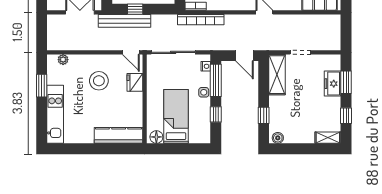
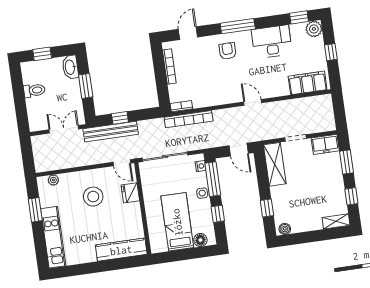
freezer: (333, 84) -> (325, 144), moved, turned -90
floor lamp: (156, 137) -> (200, 240), moved

